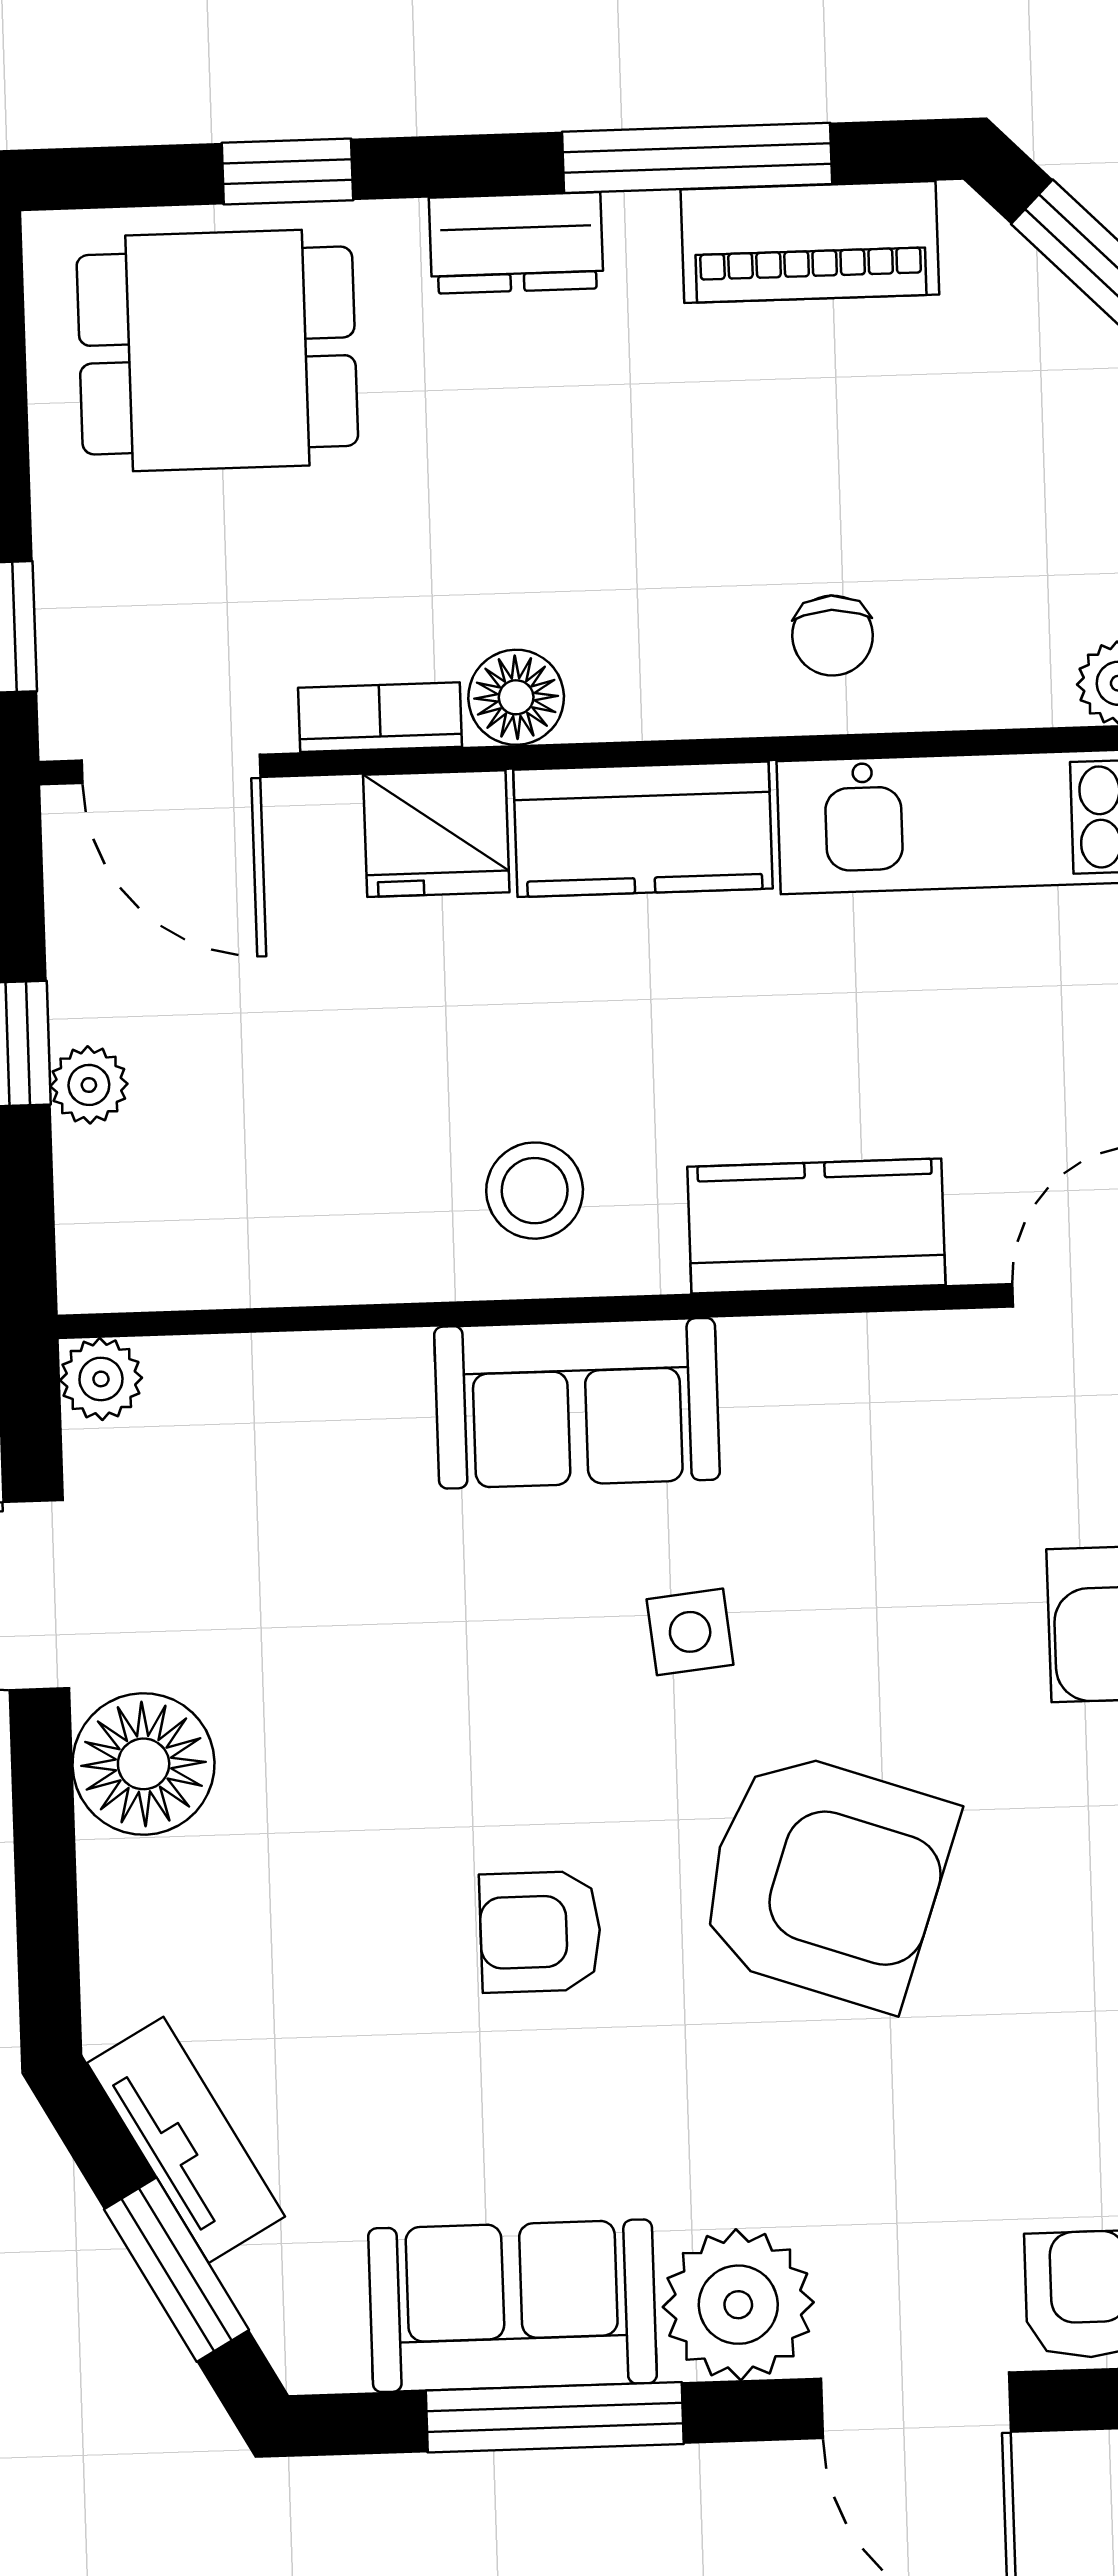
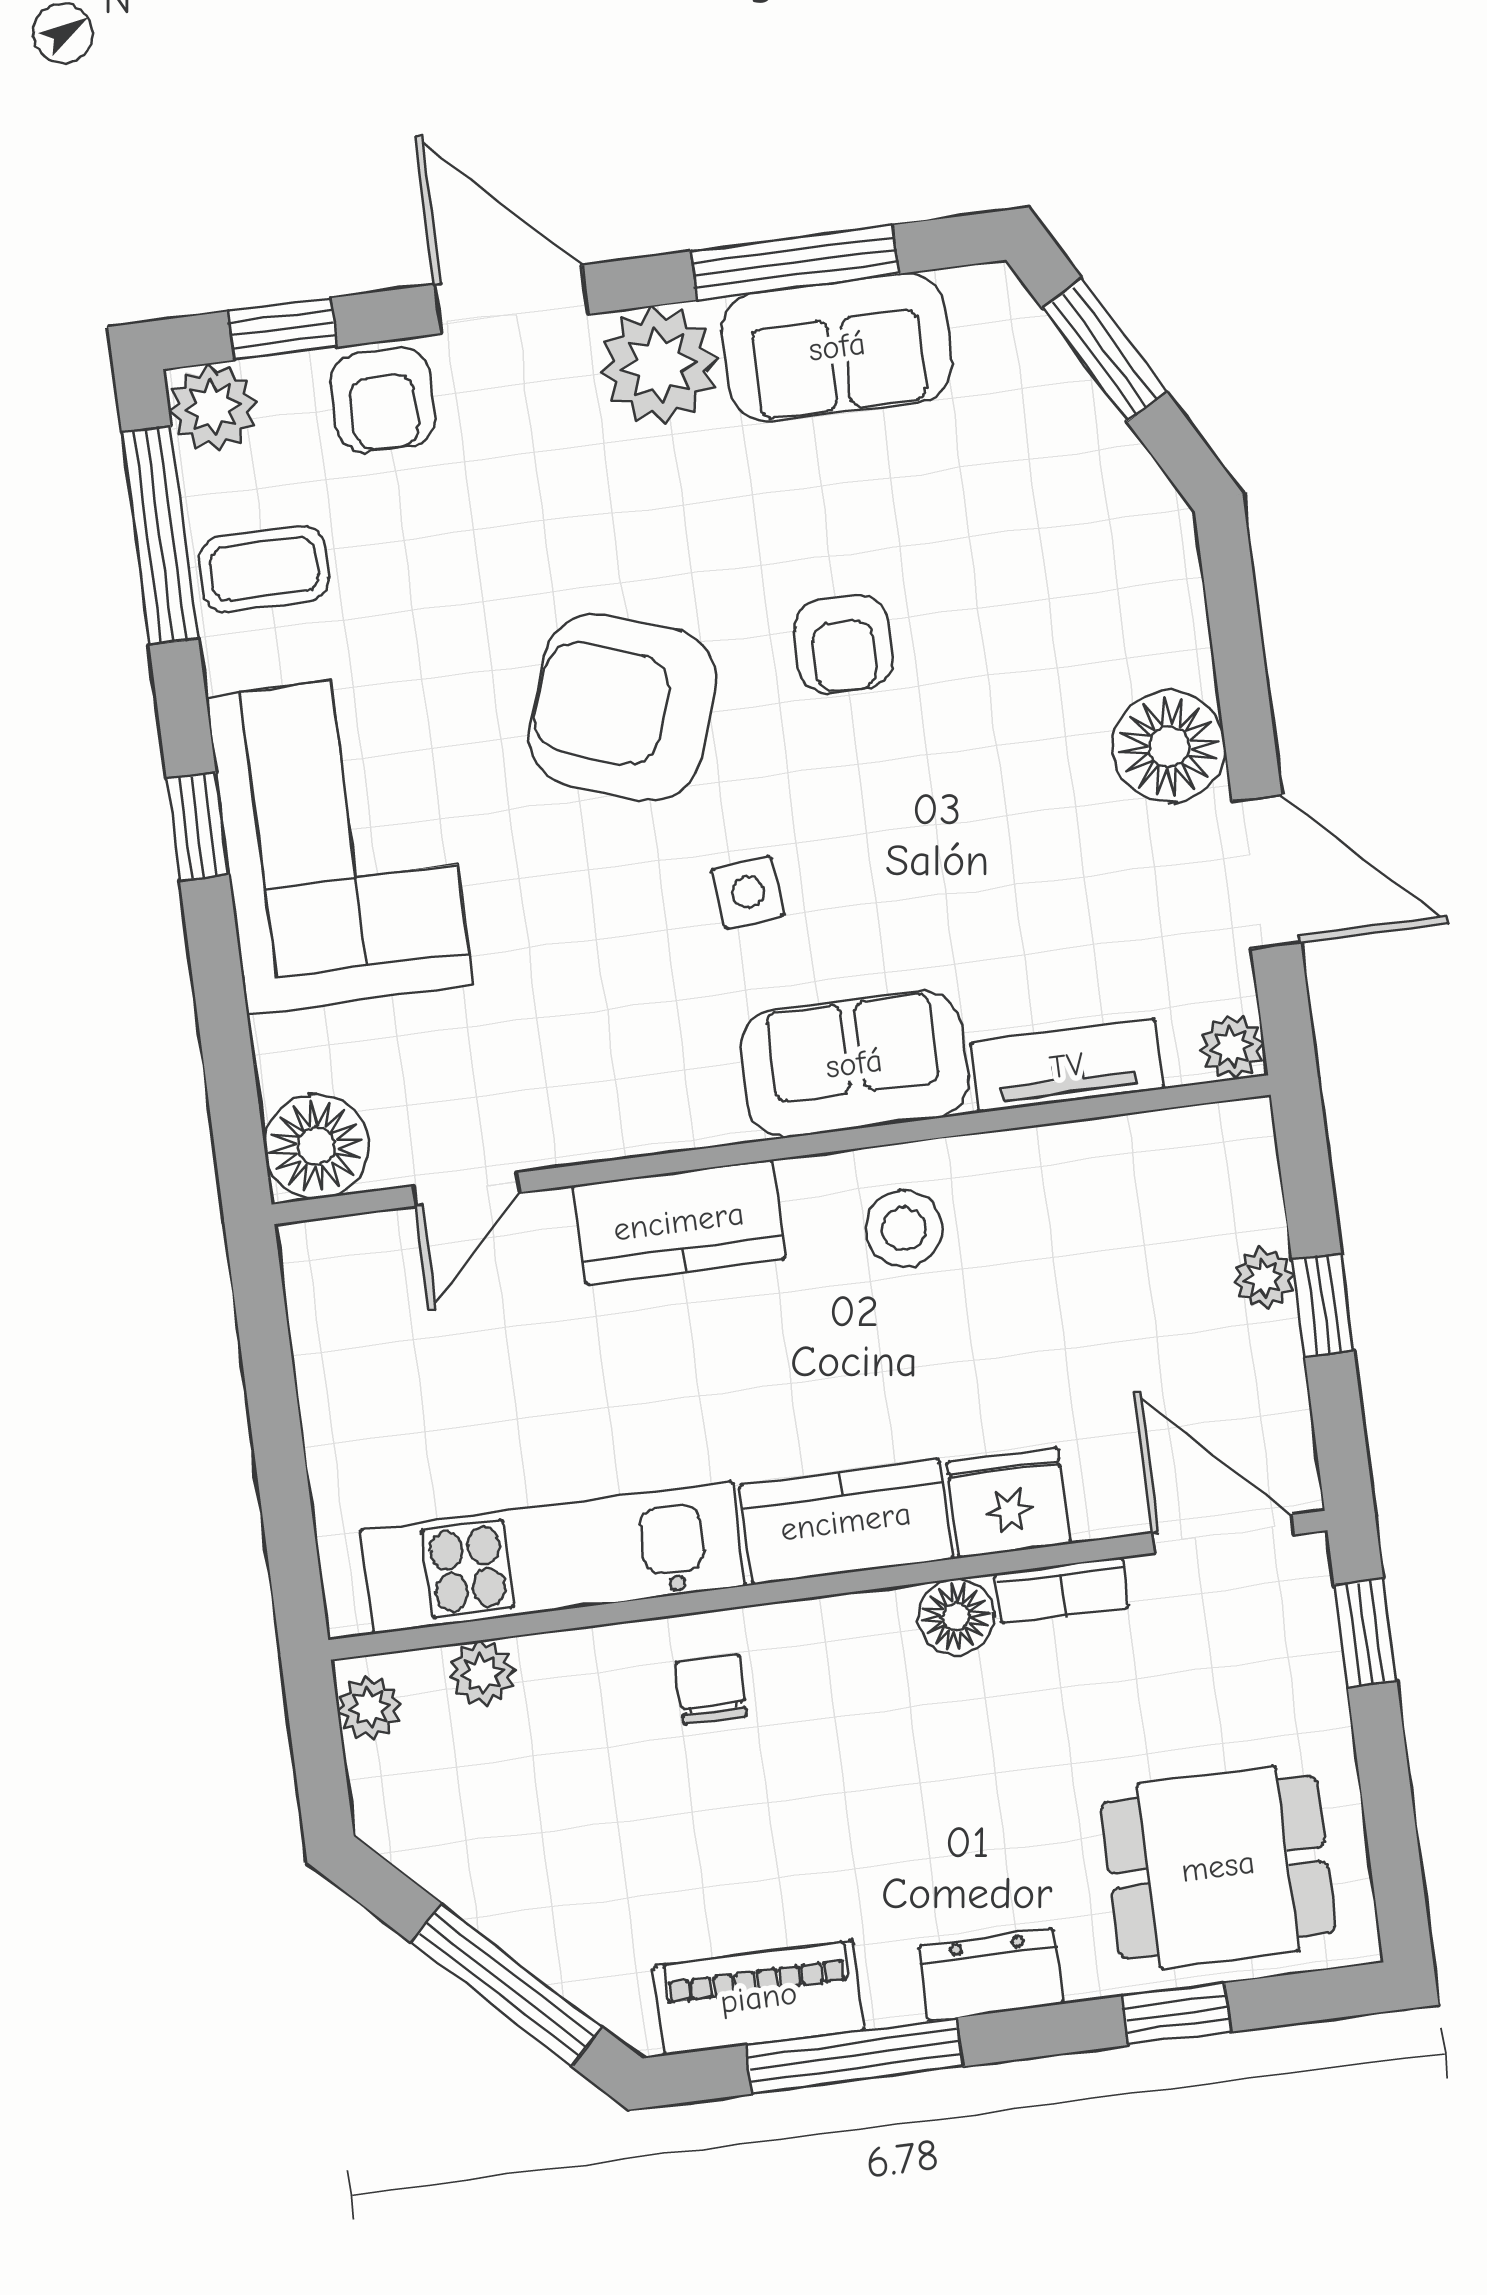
armchair: (540, 1932) -> (843, 644), turned 90
tv unit: (186, 2140) -> (1067, 1066), moved, turned 119

